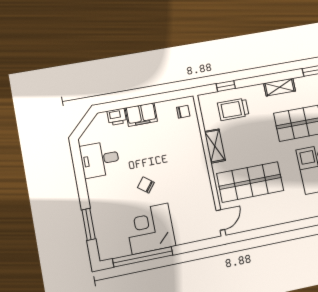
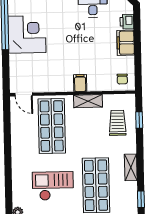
filing cabinet: (196, 158) -> (80, 83), added
chair: (146, 185) -> (64, 37), removed

